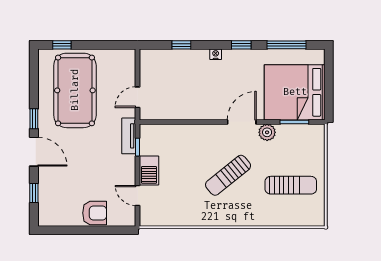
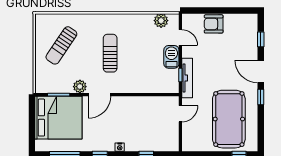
tv unit: (129, 136) -> (187, 78), width x1.41
sun lounger: (228, 175) -> (110, 53), turned -51
sun lounger: (291, 185) -> (61, 45), turned -56
plant: (162, 217) -> (161, 21), added

